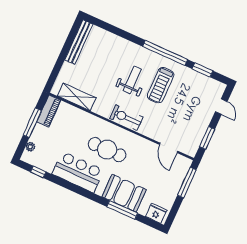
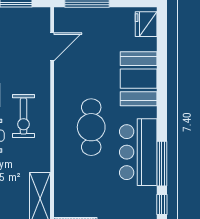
exercise bike: (126, 118) -> (23, 116), moved
window: (122, 210) -> (162, 164), moved

